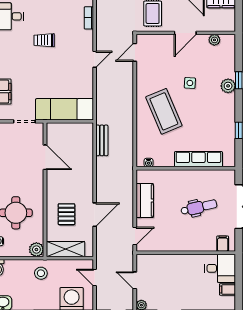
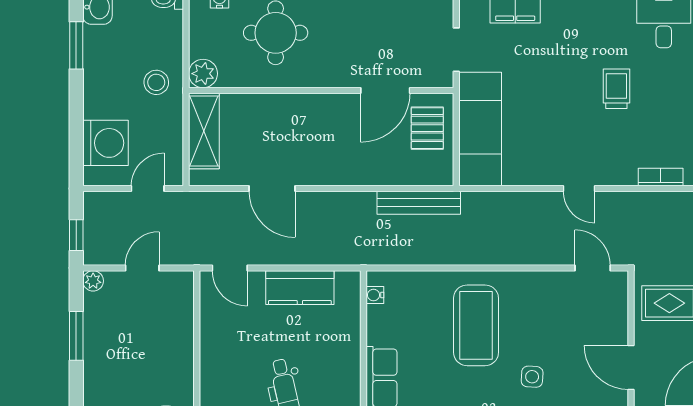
coffee table: (164, 111) -> (476, 325), turned -67
bench: (102, 140) -> (419, 203), width x1.36
pallet: (66, 214) -> (427, 128), moved, turned 90

